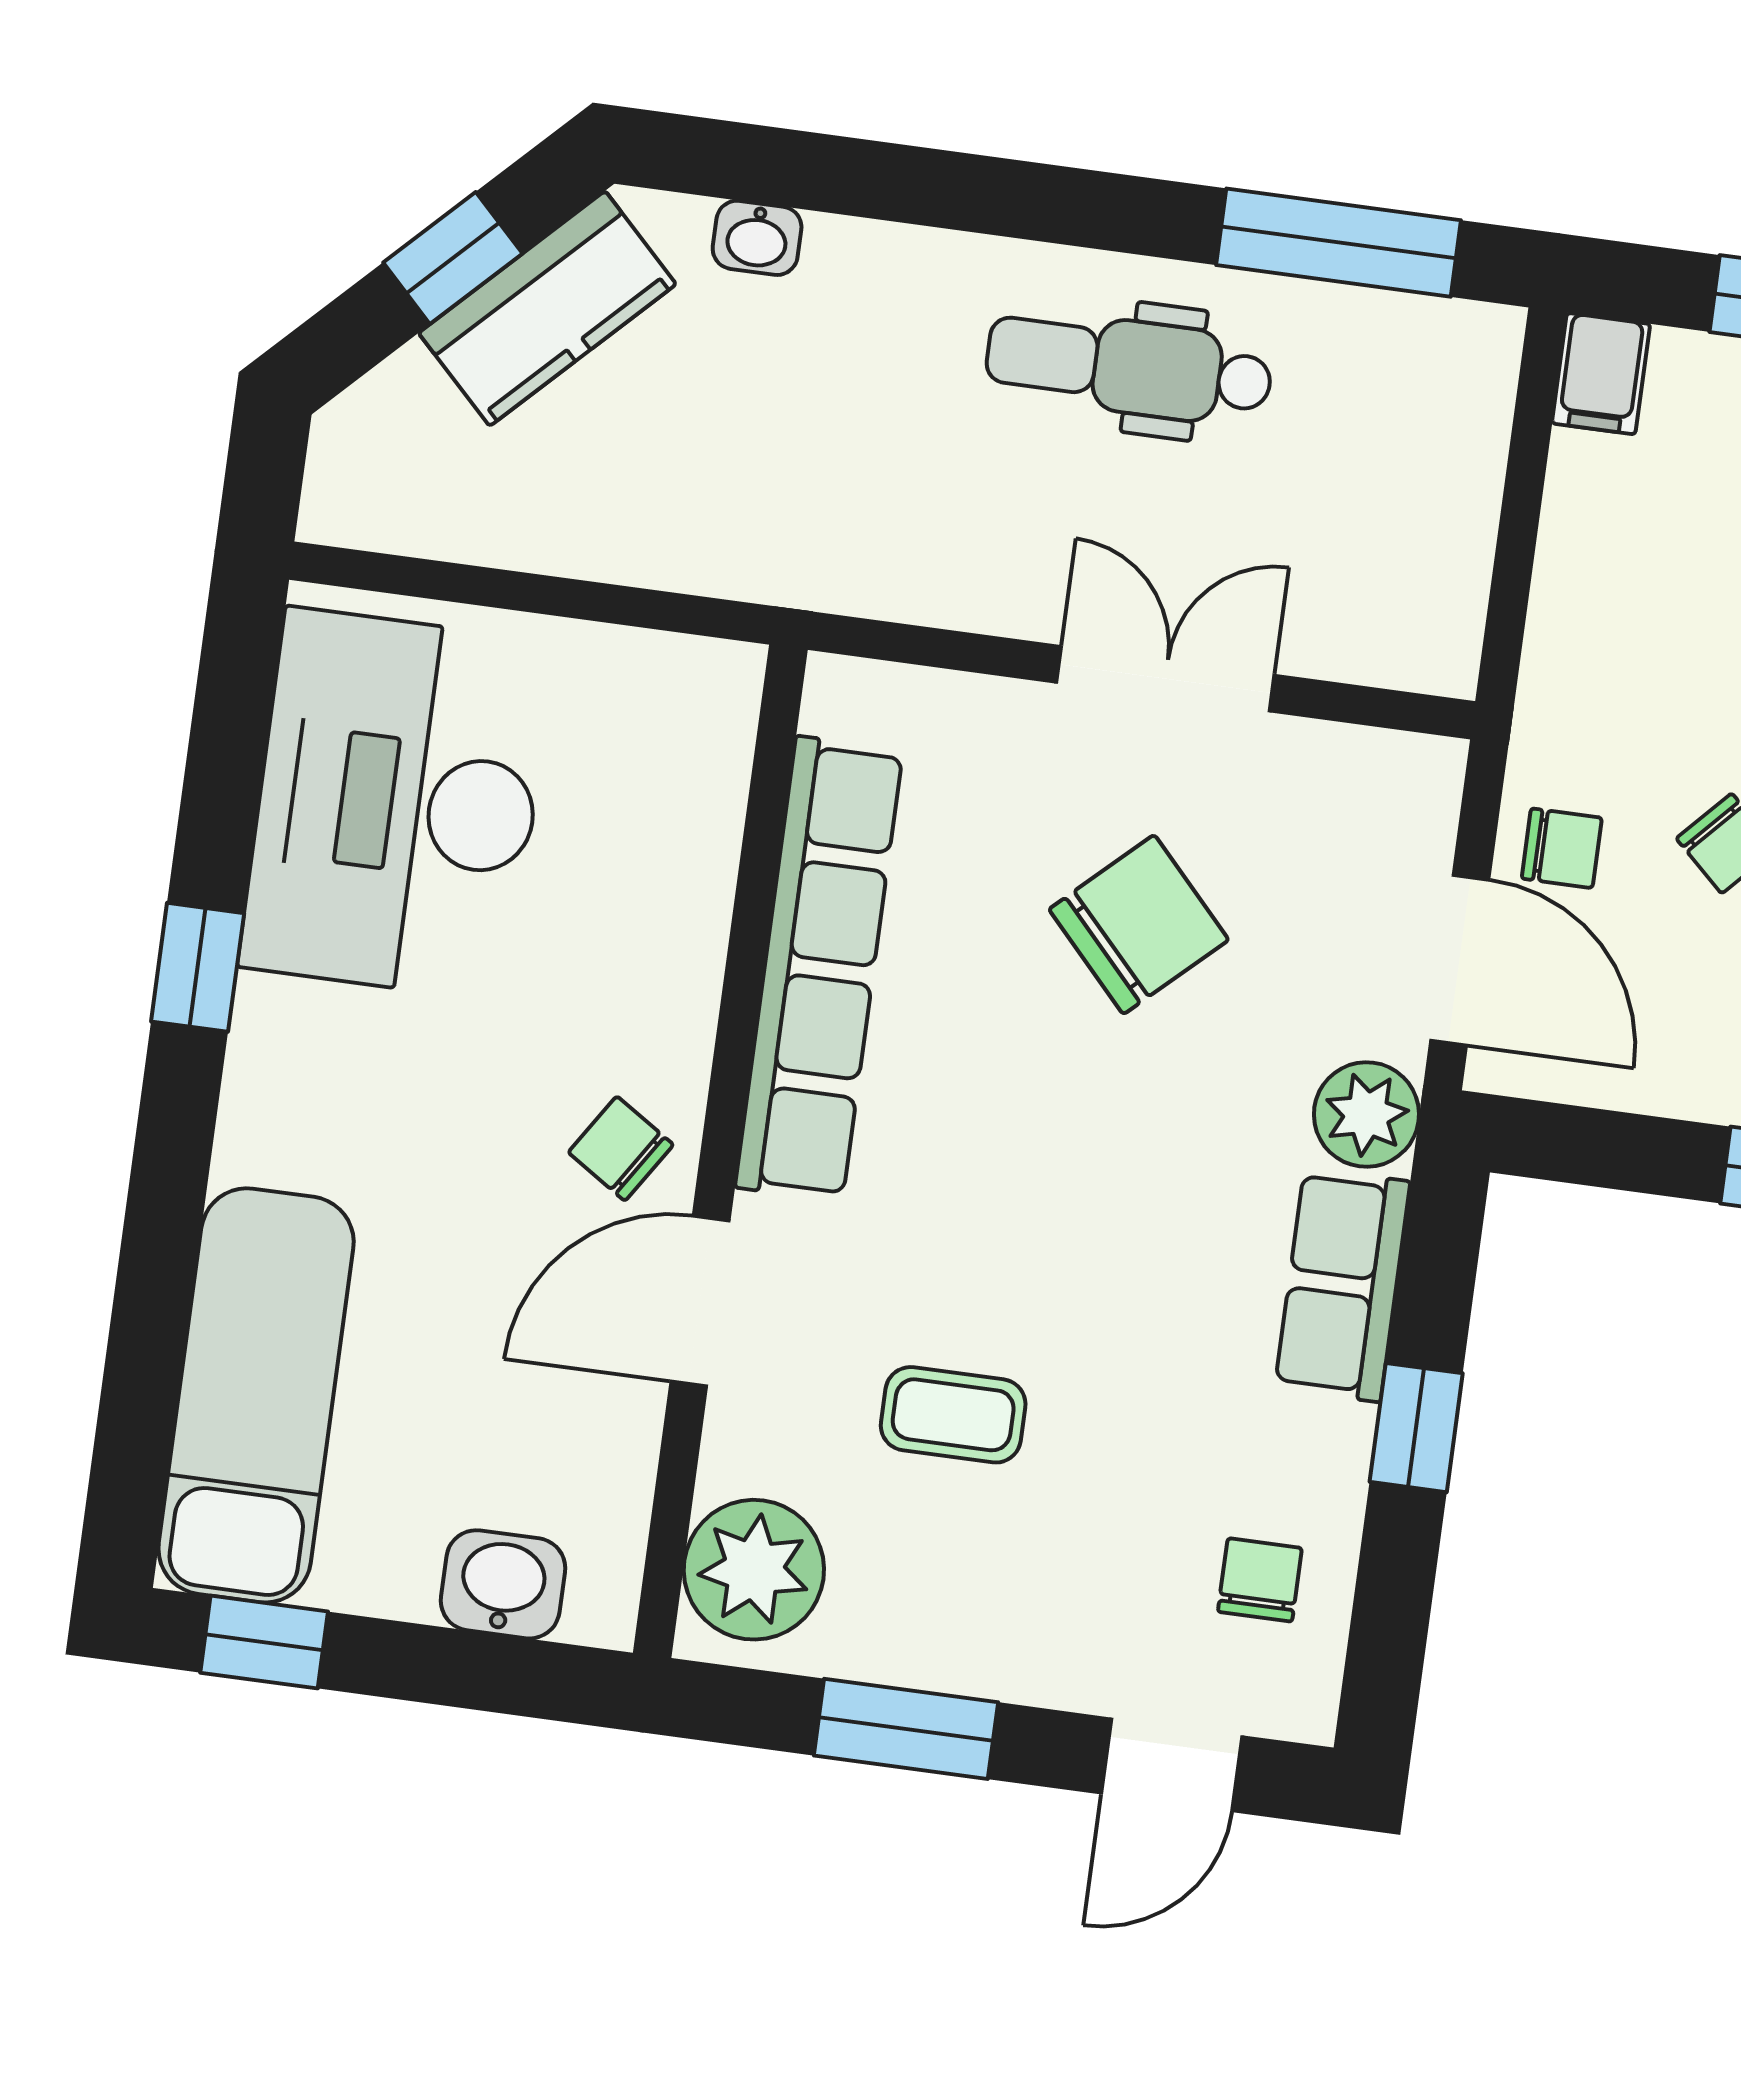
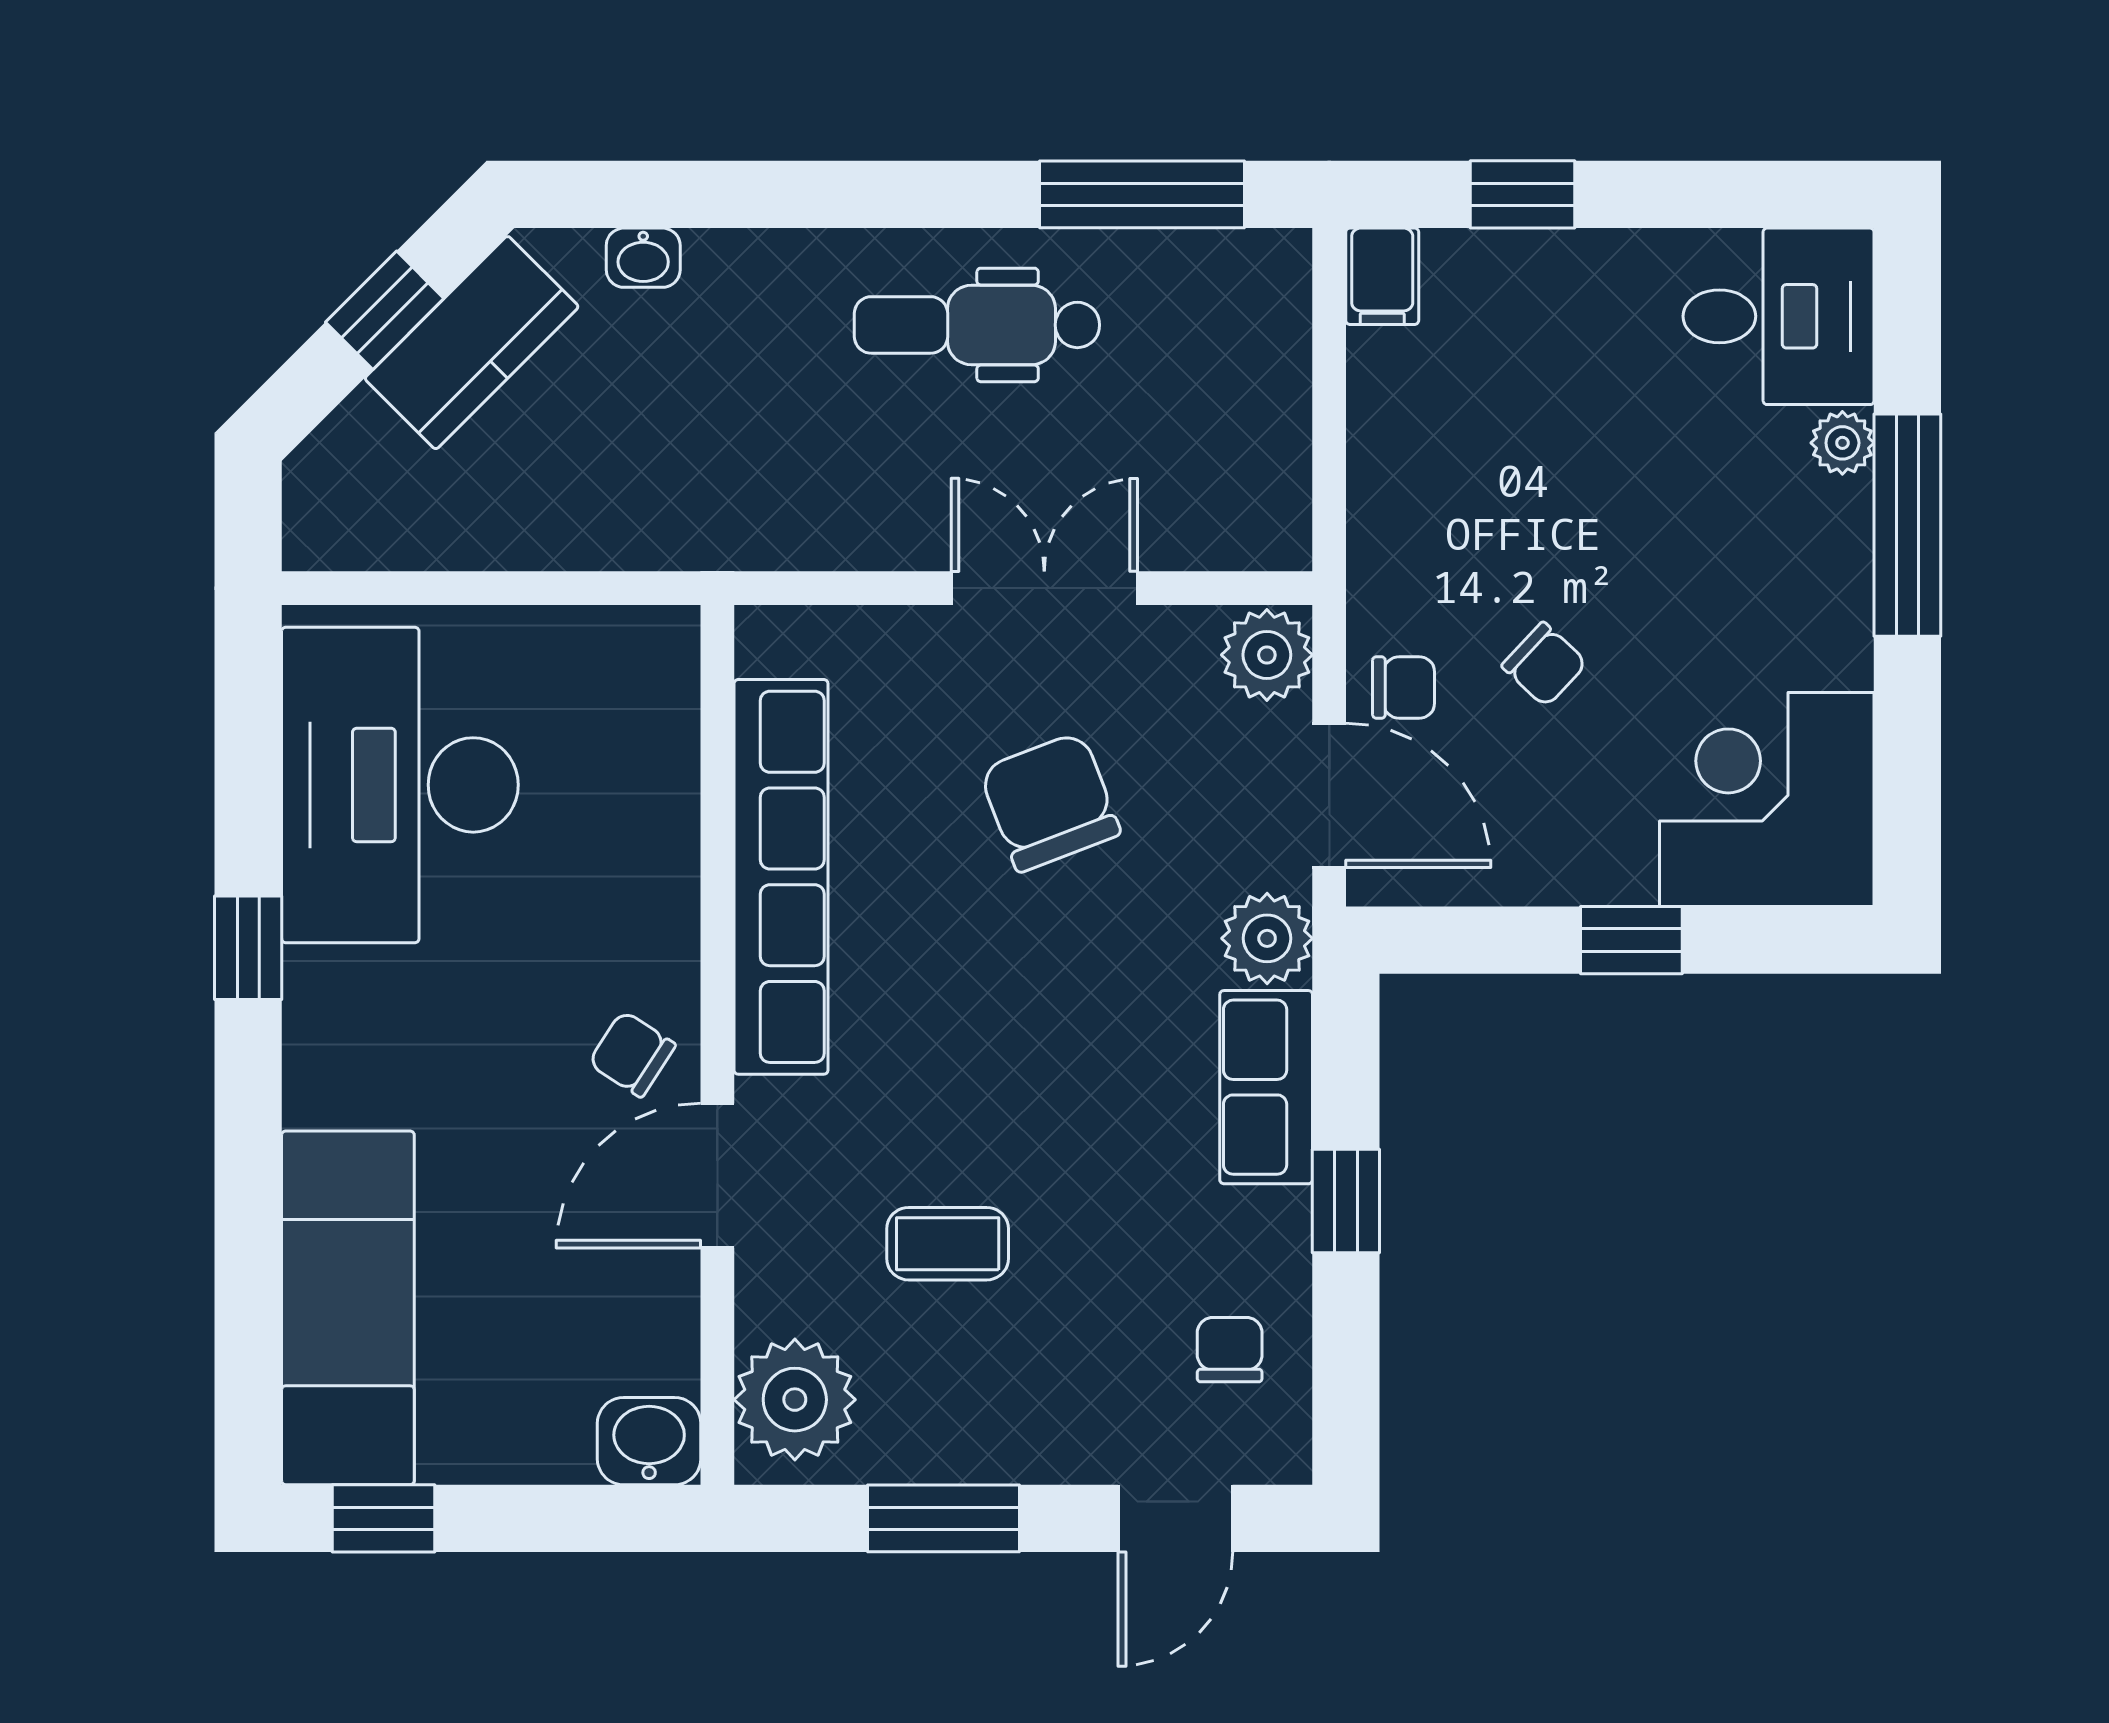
plant: (1410, 790) -> (1267, 655), added
chair: (1139, 925) -> (1050, 802), turned -68
washbasin: (503, 1584) -> (649, 1441), moved

